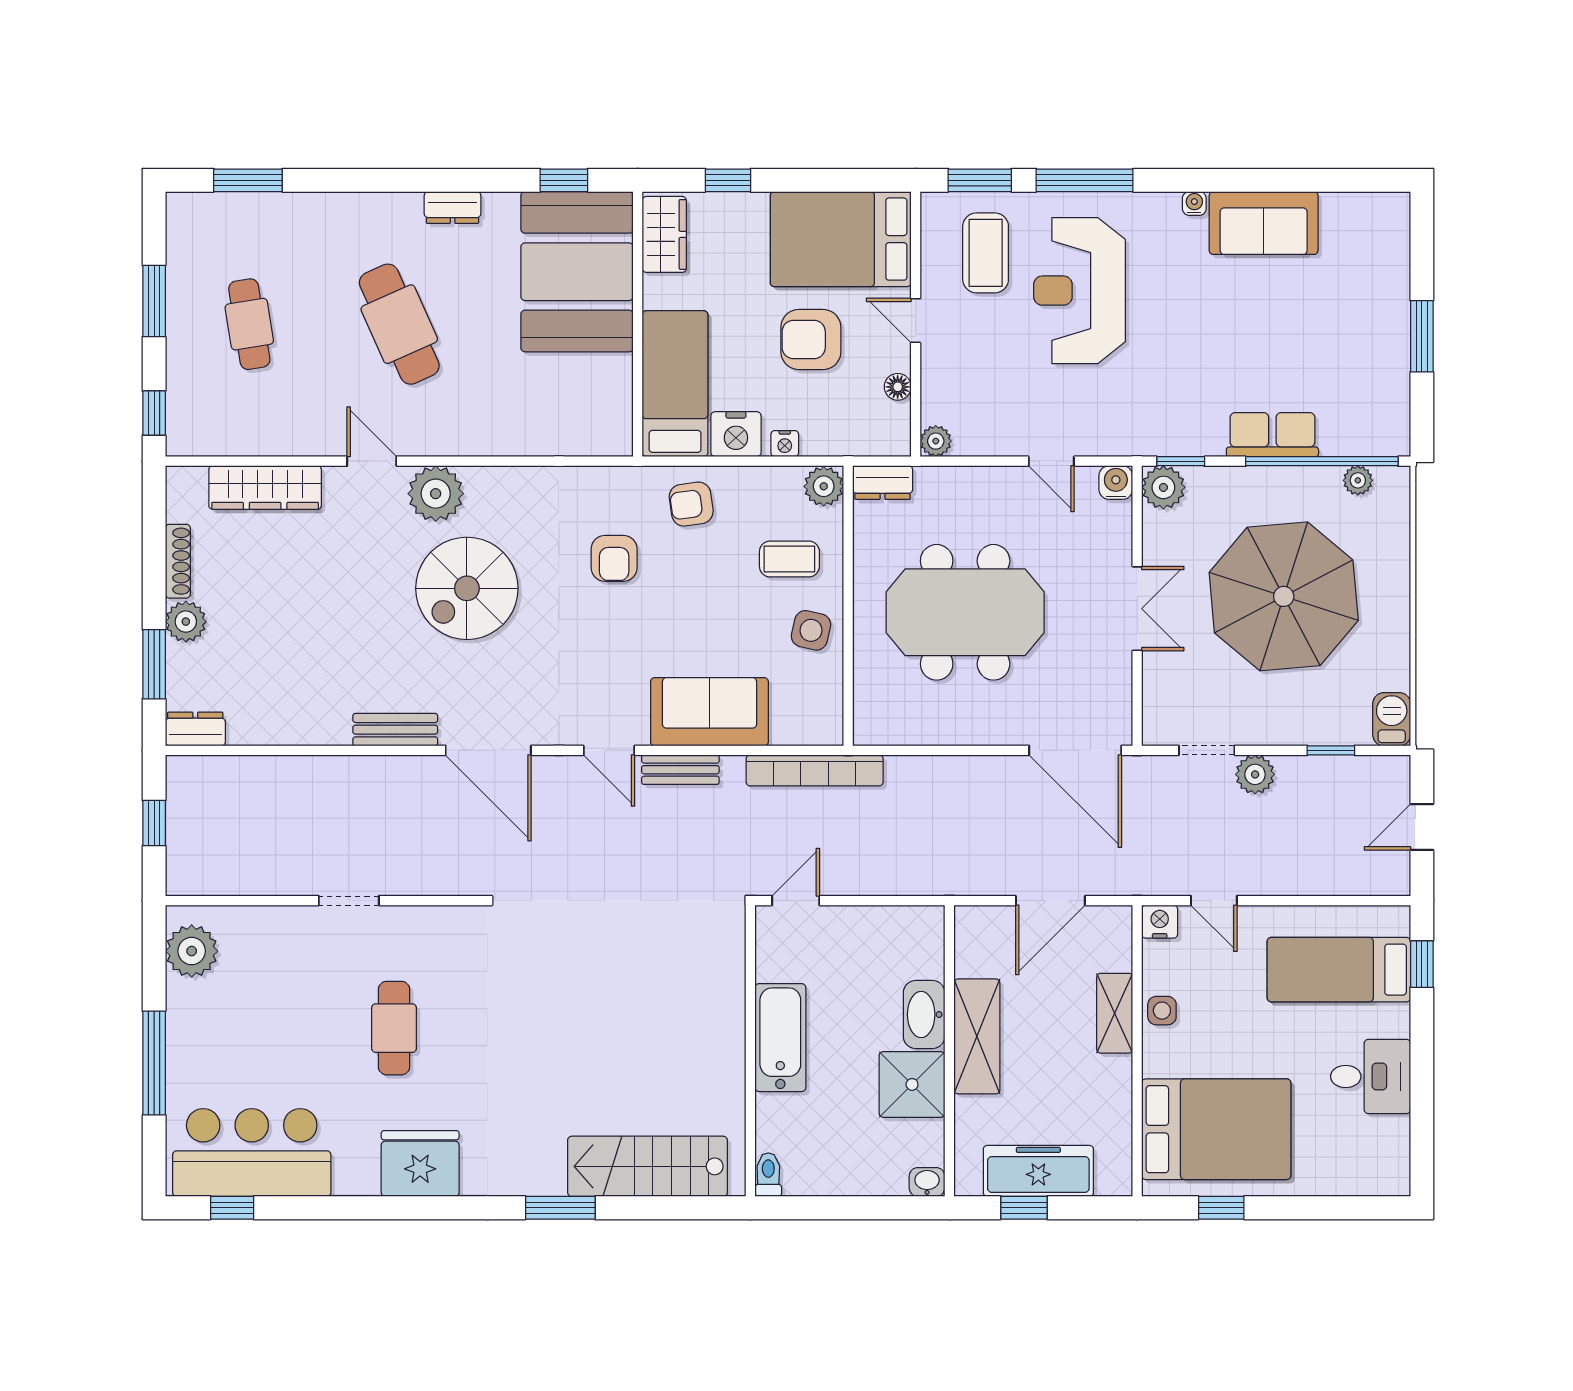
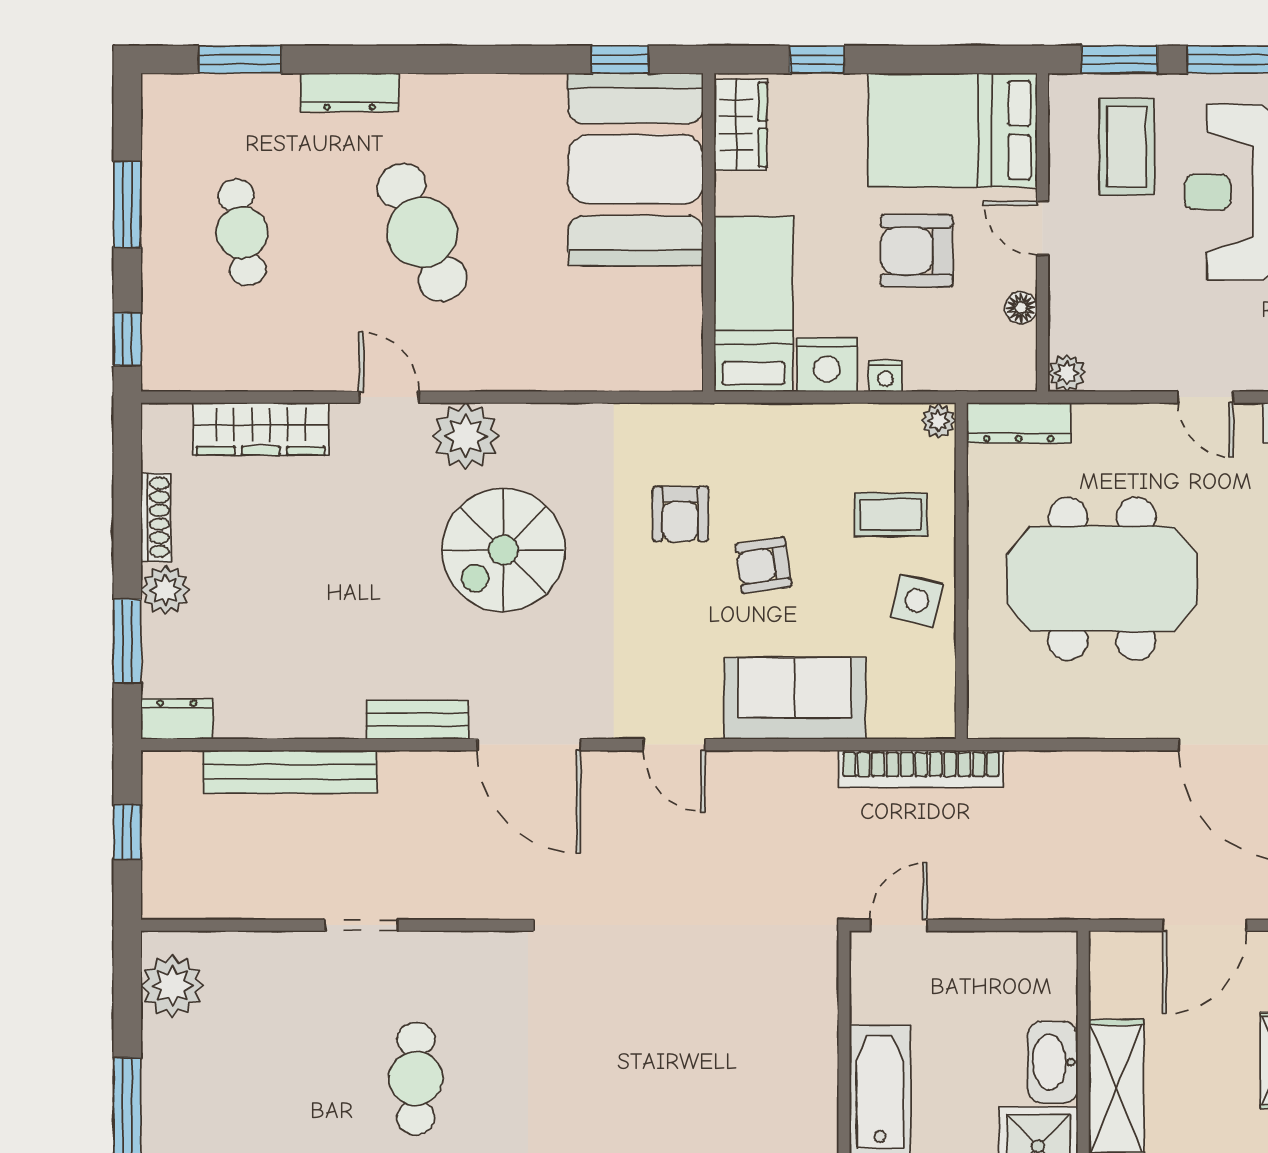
dresser: (453, 207) -> (349, 92), moved, width x1.44
dresser: (883, 483) -> (1019, 423), width x1.44
plant: (824, 486) -> (939, 421), width x0.73, depth x0.73
armchair: (691, 504) -> (763, 565), moved
bench: (680, 770) -> (290, 772), moved, width x1.86, depth x1.21

